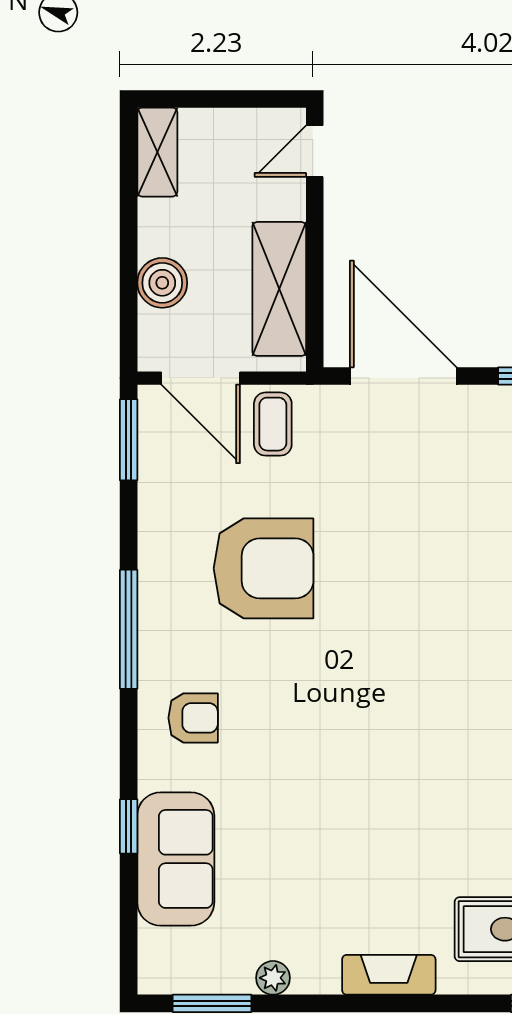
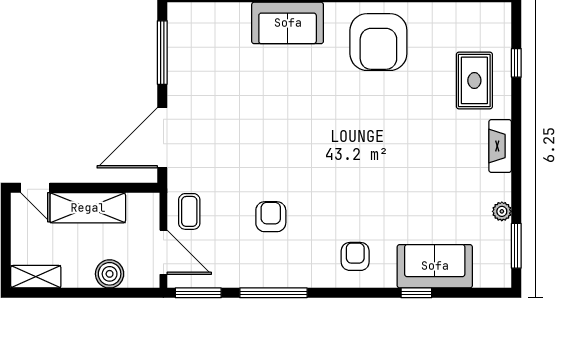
shelving: (279, 289) -> (88, 208), moved
door: (201, 378) -> (163, 252), hinge flipped
coffee table: (273, 424) -> (189, 211), turned 90
armchair: (264, 568) -> (271, 217), width x0.53, depth x0.53
window: (129, 629) -> (273, 293), moved

